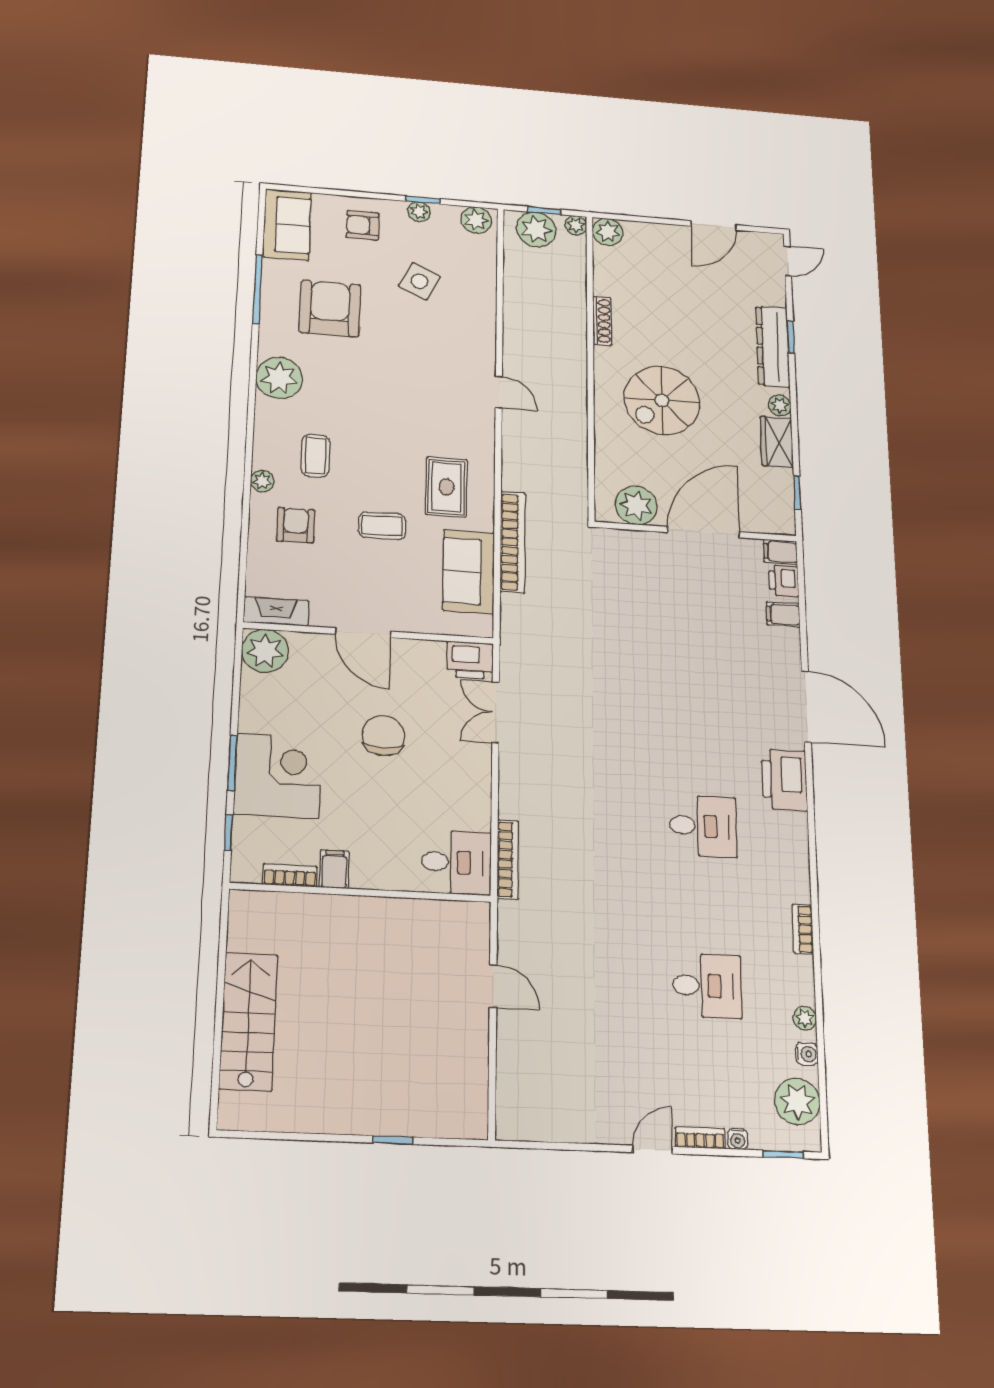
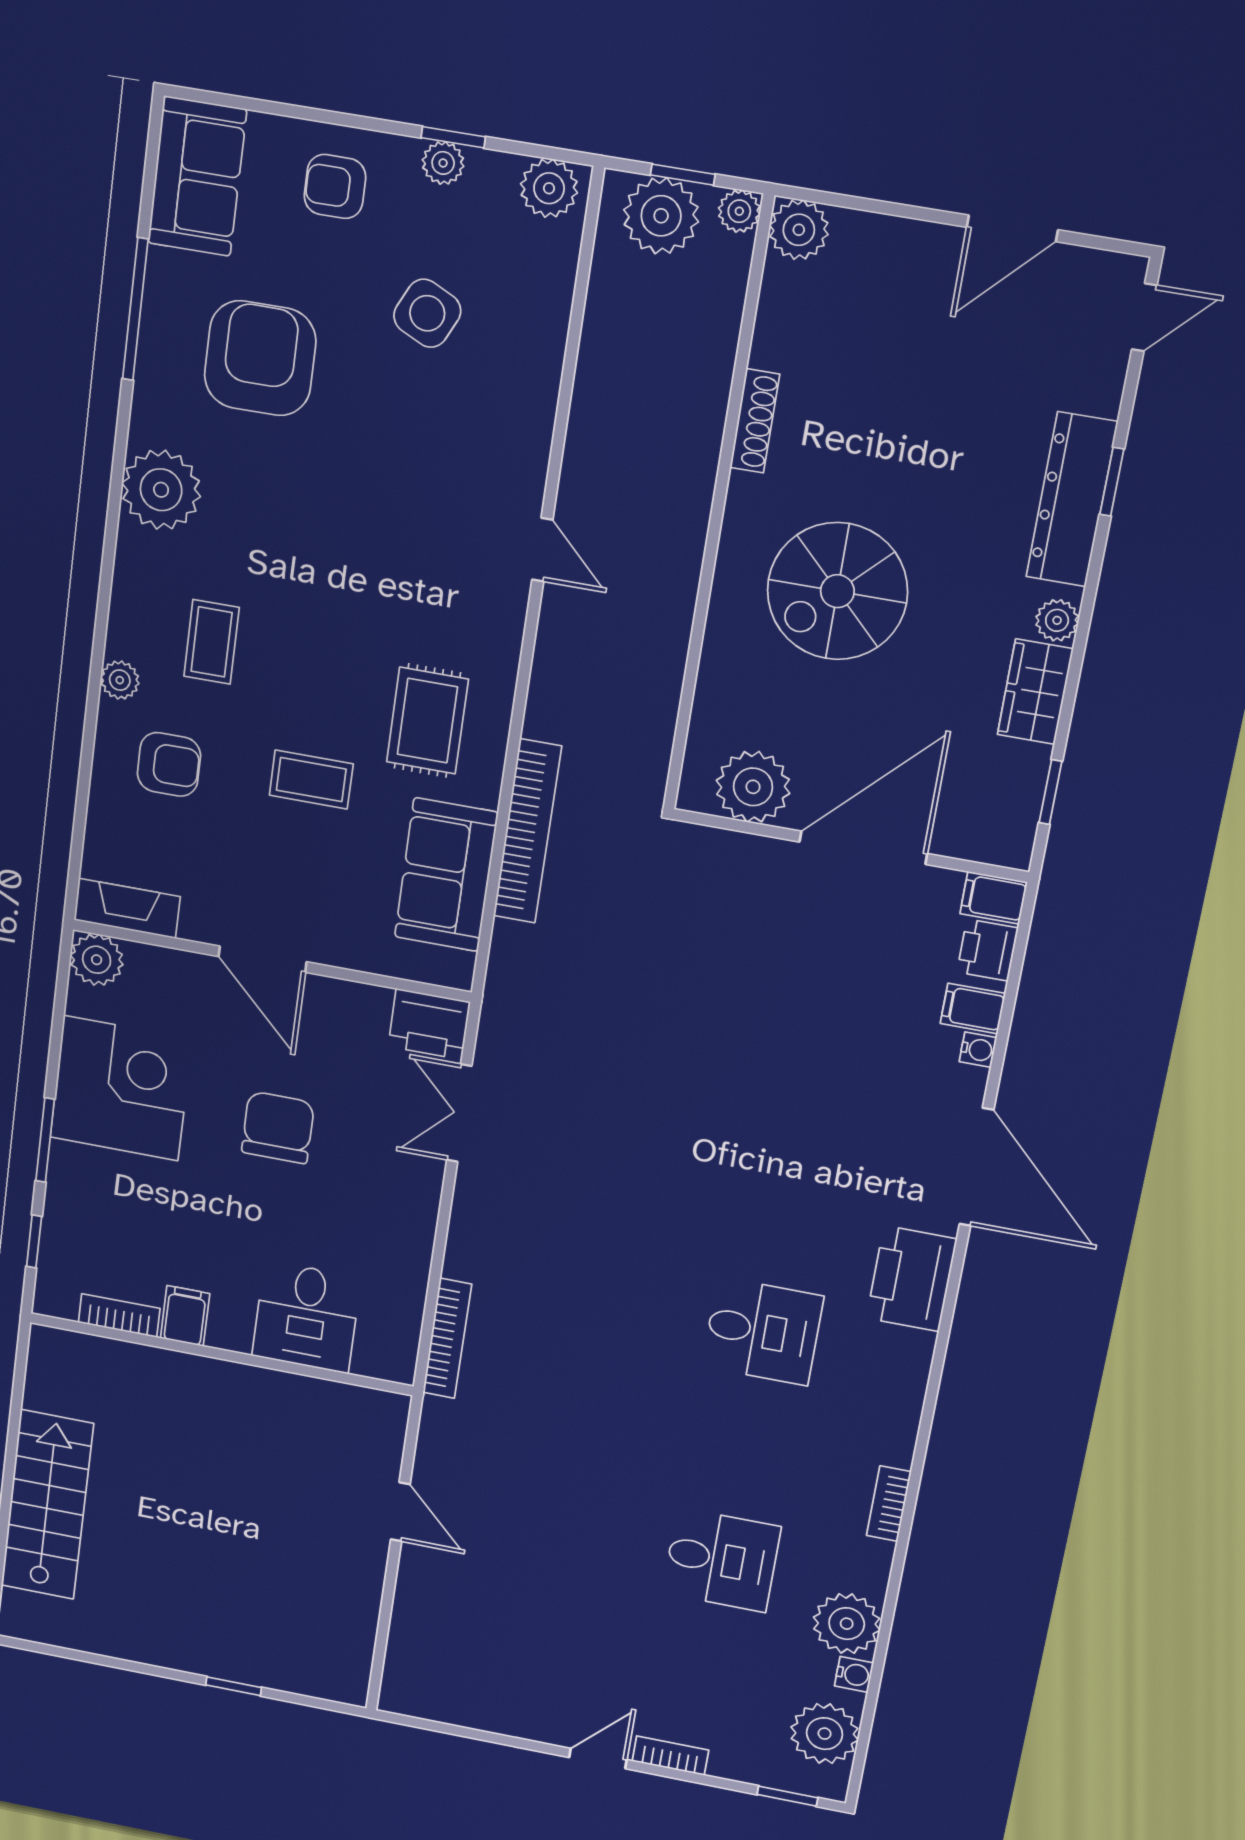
armchair: (296, 525) -> (169, 764), turned 90
plant: (265, 651) -> (97, 960), width x0.73, depth x0.73
corner desk: (278, 776) -> (121, 1088), moved
desk: (456, 862) -> (306, 1317), moved, turned 90
plant: (805, 1018) -> (847, 1624), width x1.87, depth x1.87
water cooler: (738, 1139) -> (978, 1050), moved, turned -90

